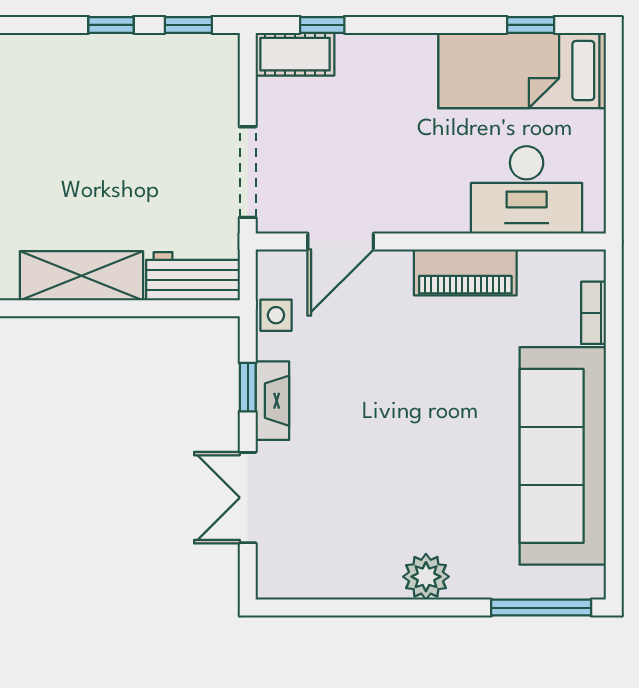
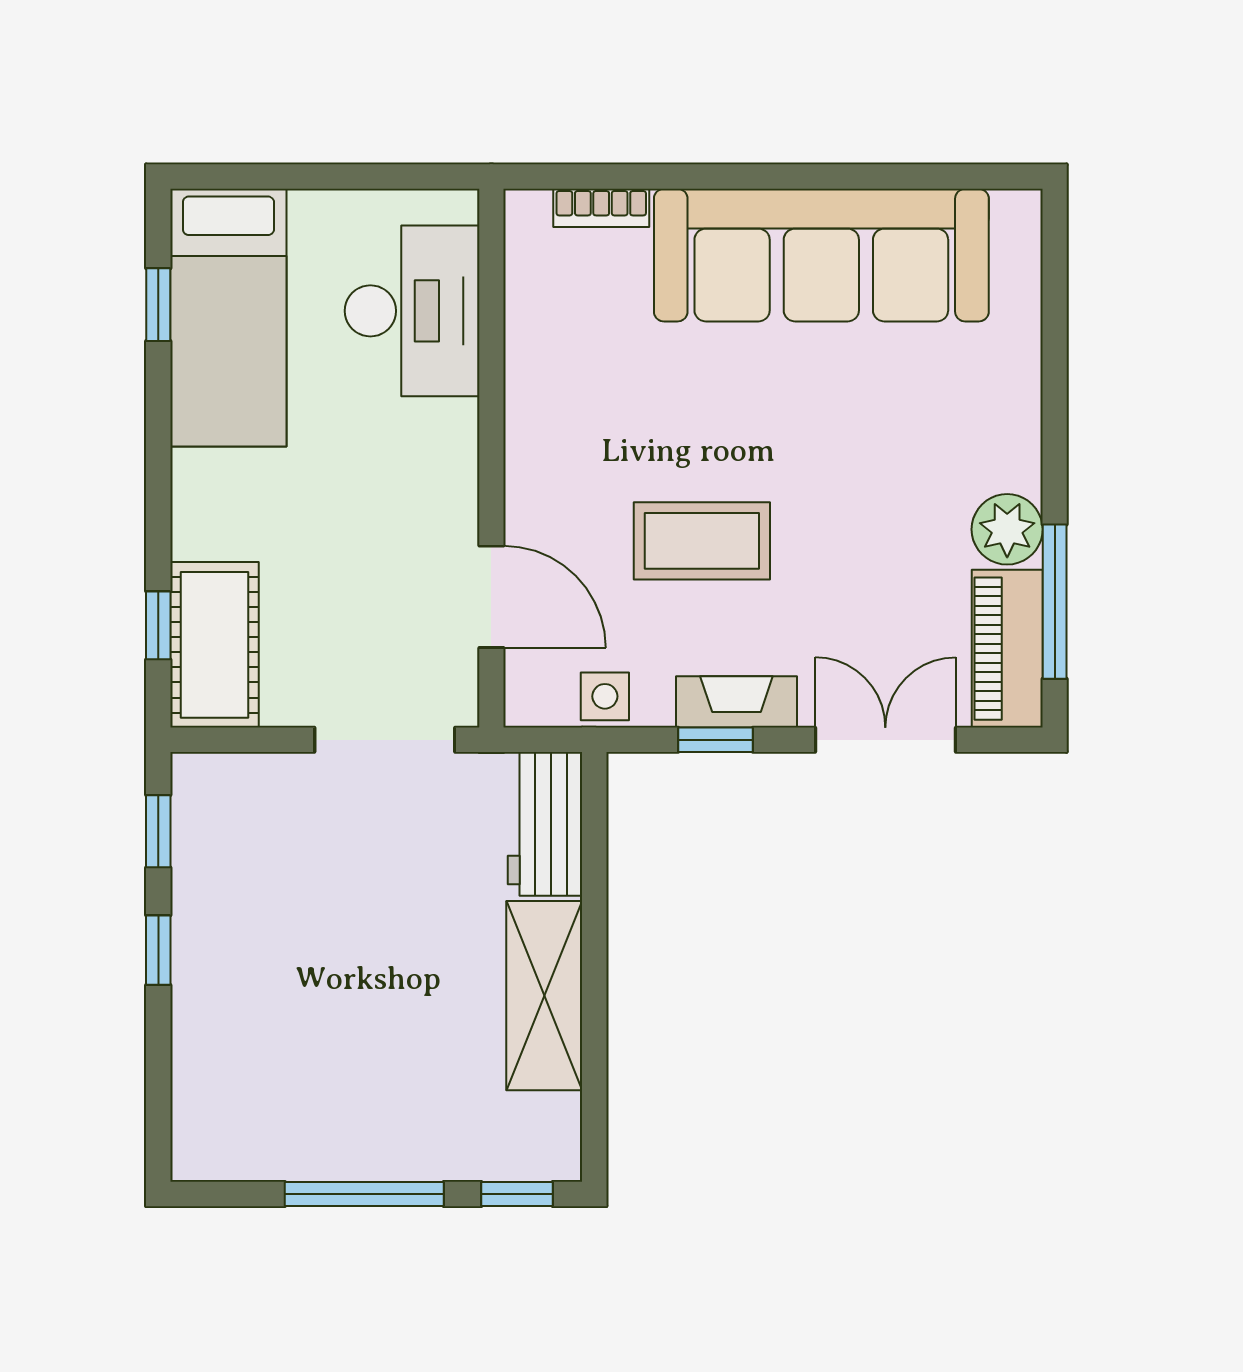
cot: (295, 54) -> (214, 645), width x1.37, depth x1.34
piano: (465, 272) -> (1007, 649), moved, turned 180
coffee table: (377, 378) -> (702, 541), added
double door: (248, 498) -> (885, 740), swing flipped
plant: (426, 577) -> (1007, 529), moved
window: (541, 608) -> (1055, 602), moved

